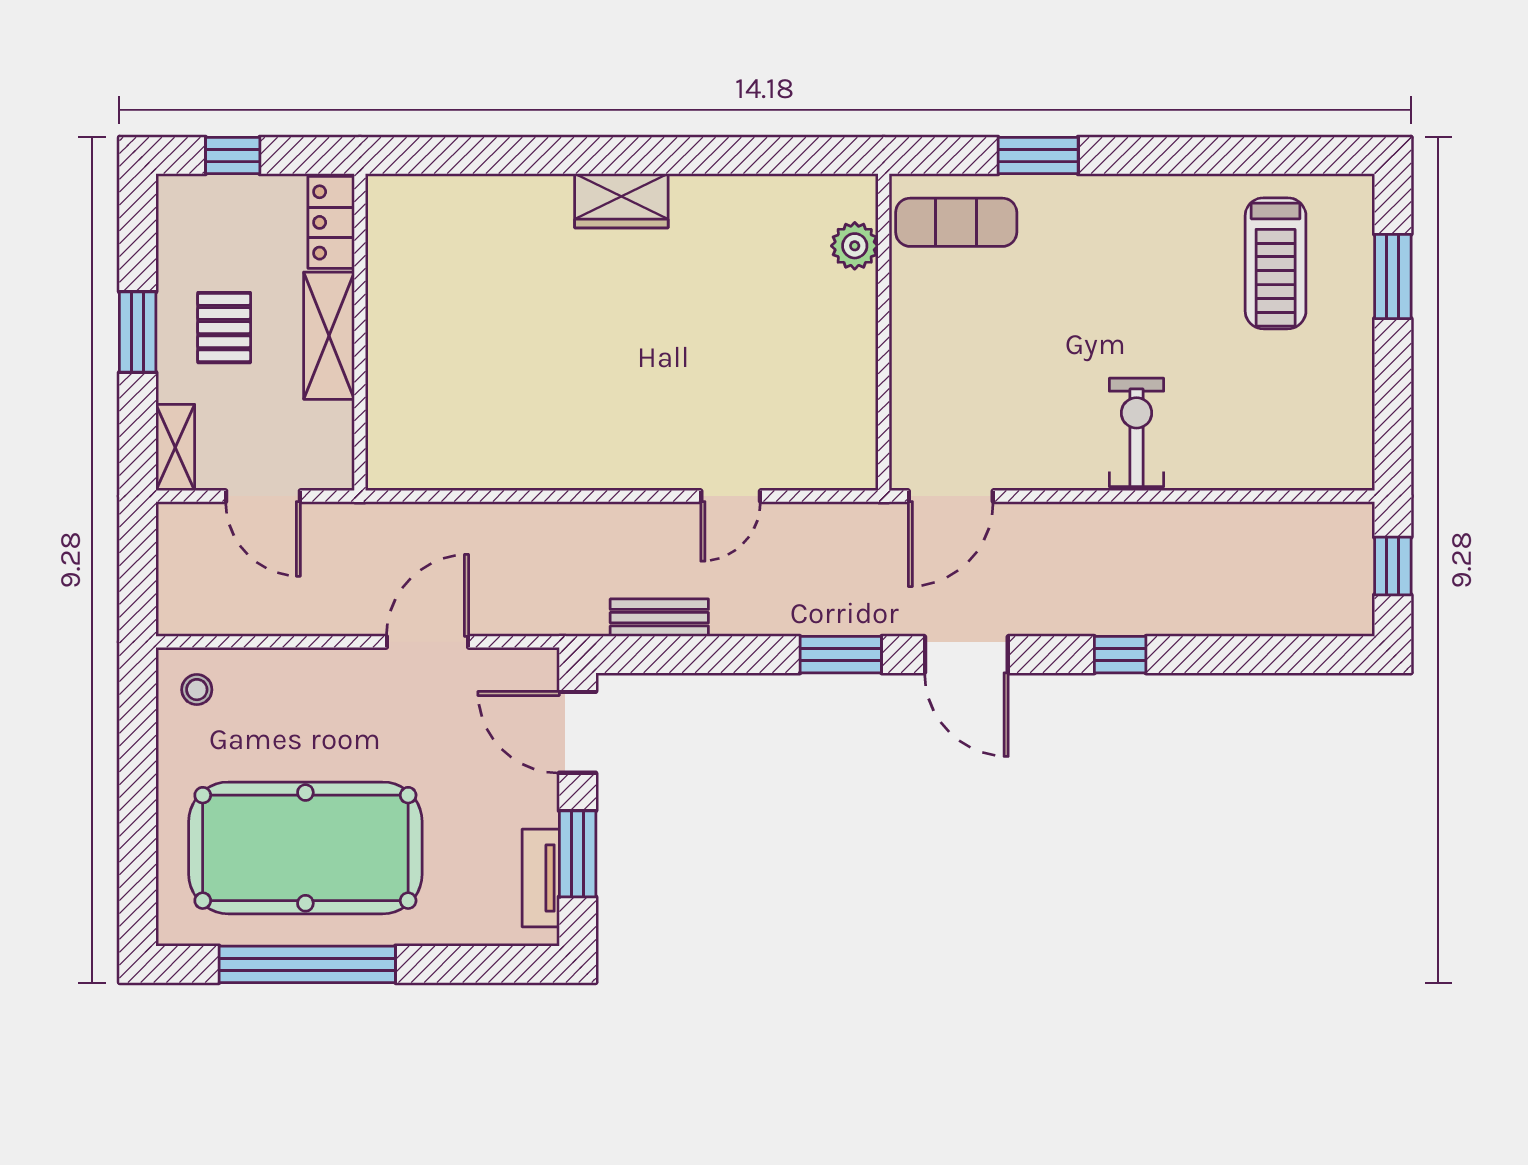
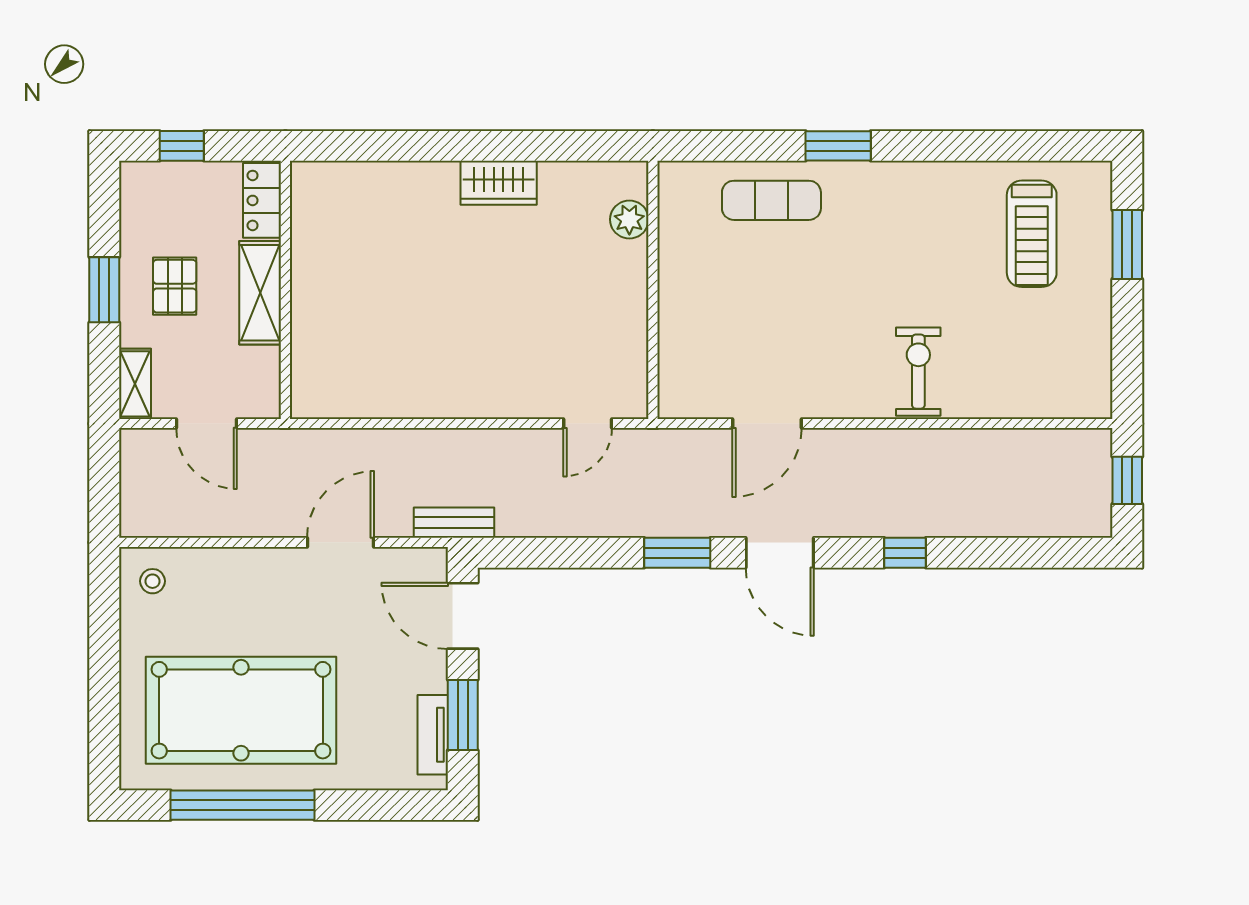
plant: (855, 246) -> (629, 219), moved
wall: (884, 332) -> (653, 290), moved
bench: (659, 618) -> (454, 523), moved

